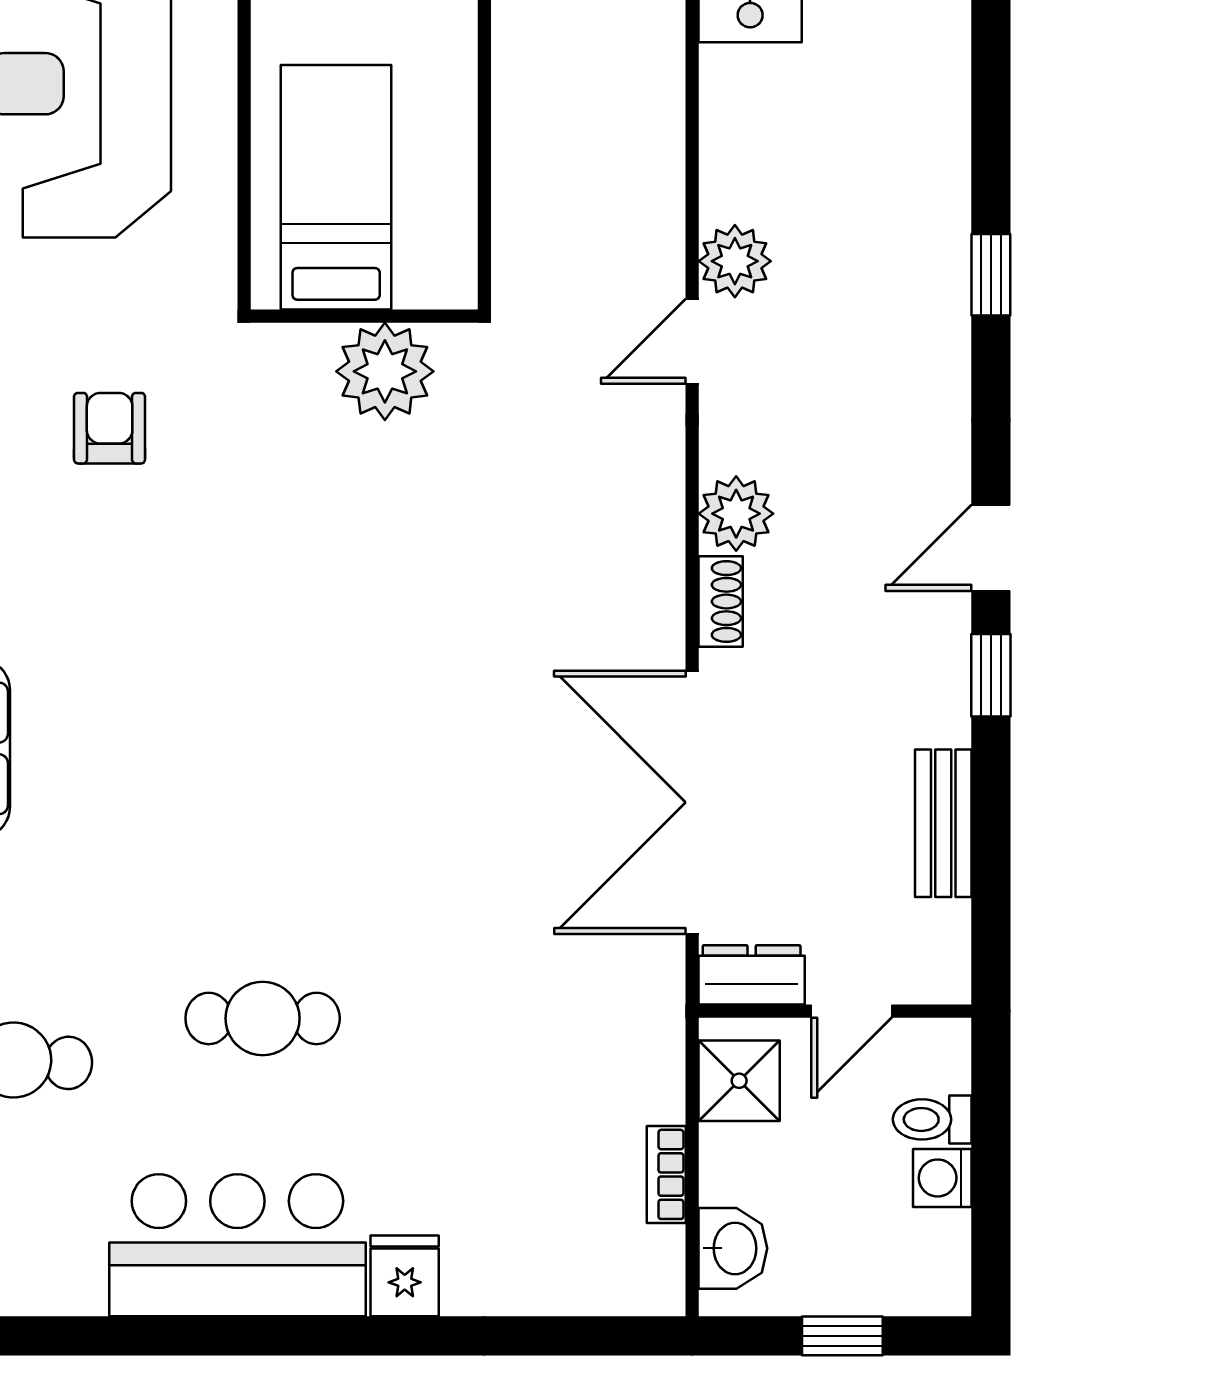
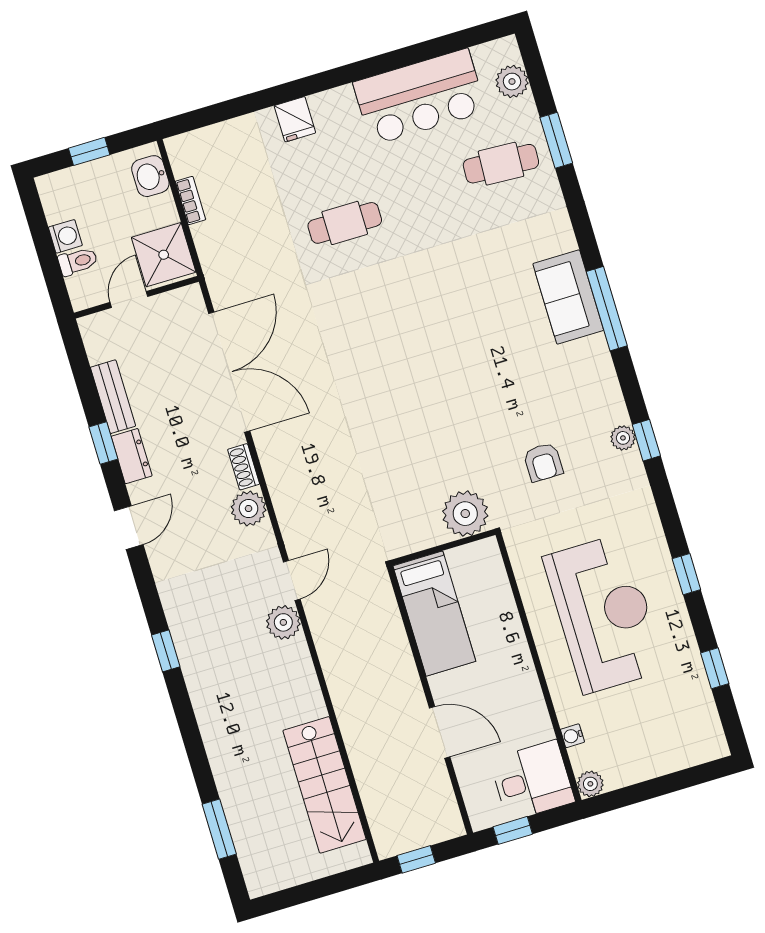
bed: (336, 187) -> (434, 614), moved
plant: (385, 371) -> (465, 514), moved
window: (991, 675) -> (103, 443), moved
dresser: (752, 975) -> (132, 456), moved, turned -90
cafe table: (263, 1018) -> (345, 223), moved
shower: (739, 1081) -> (164, 255), width x1.36, depth x1.36
bar counter: (237, 1245) -> (420, 97), moved

